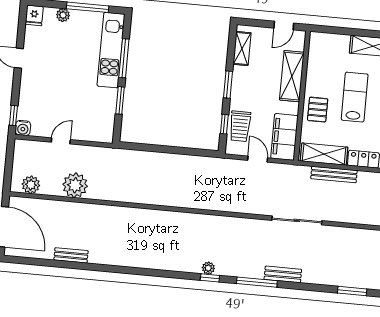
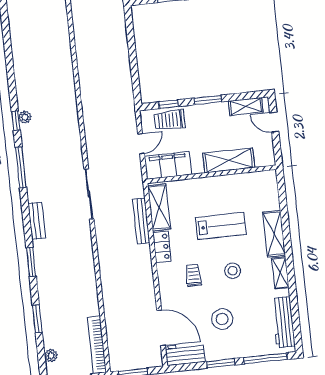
door: (284, 26) -> (274, 122), moved
pallet: (318, 110) -> (201, 192), removed
bench: (283, 274) -> (37, 221), moved

